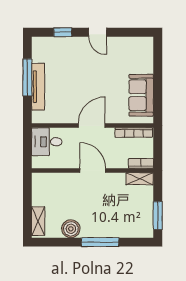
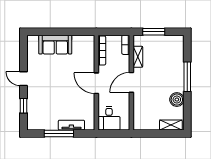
door: (98, 32) -> (24, 79), swing flipped
tv unit: (38, 87) -> (71, 125), width x0.71
sofa: (141, 95) -> (55, 45), moved
shelving: (140, 179) -> (138, 57), moved
window: (158, 216) -> (154, 32), moved

